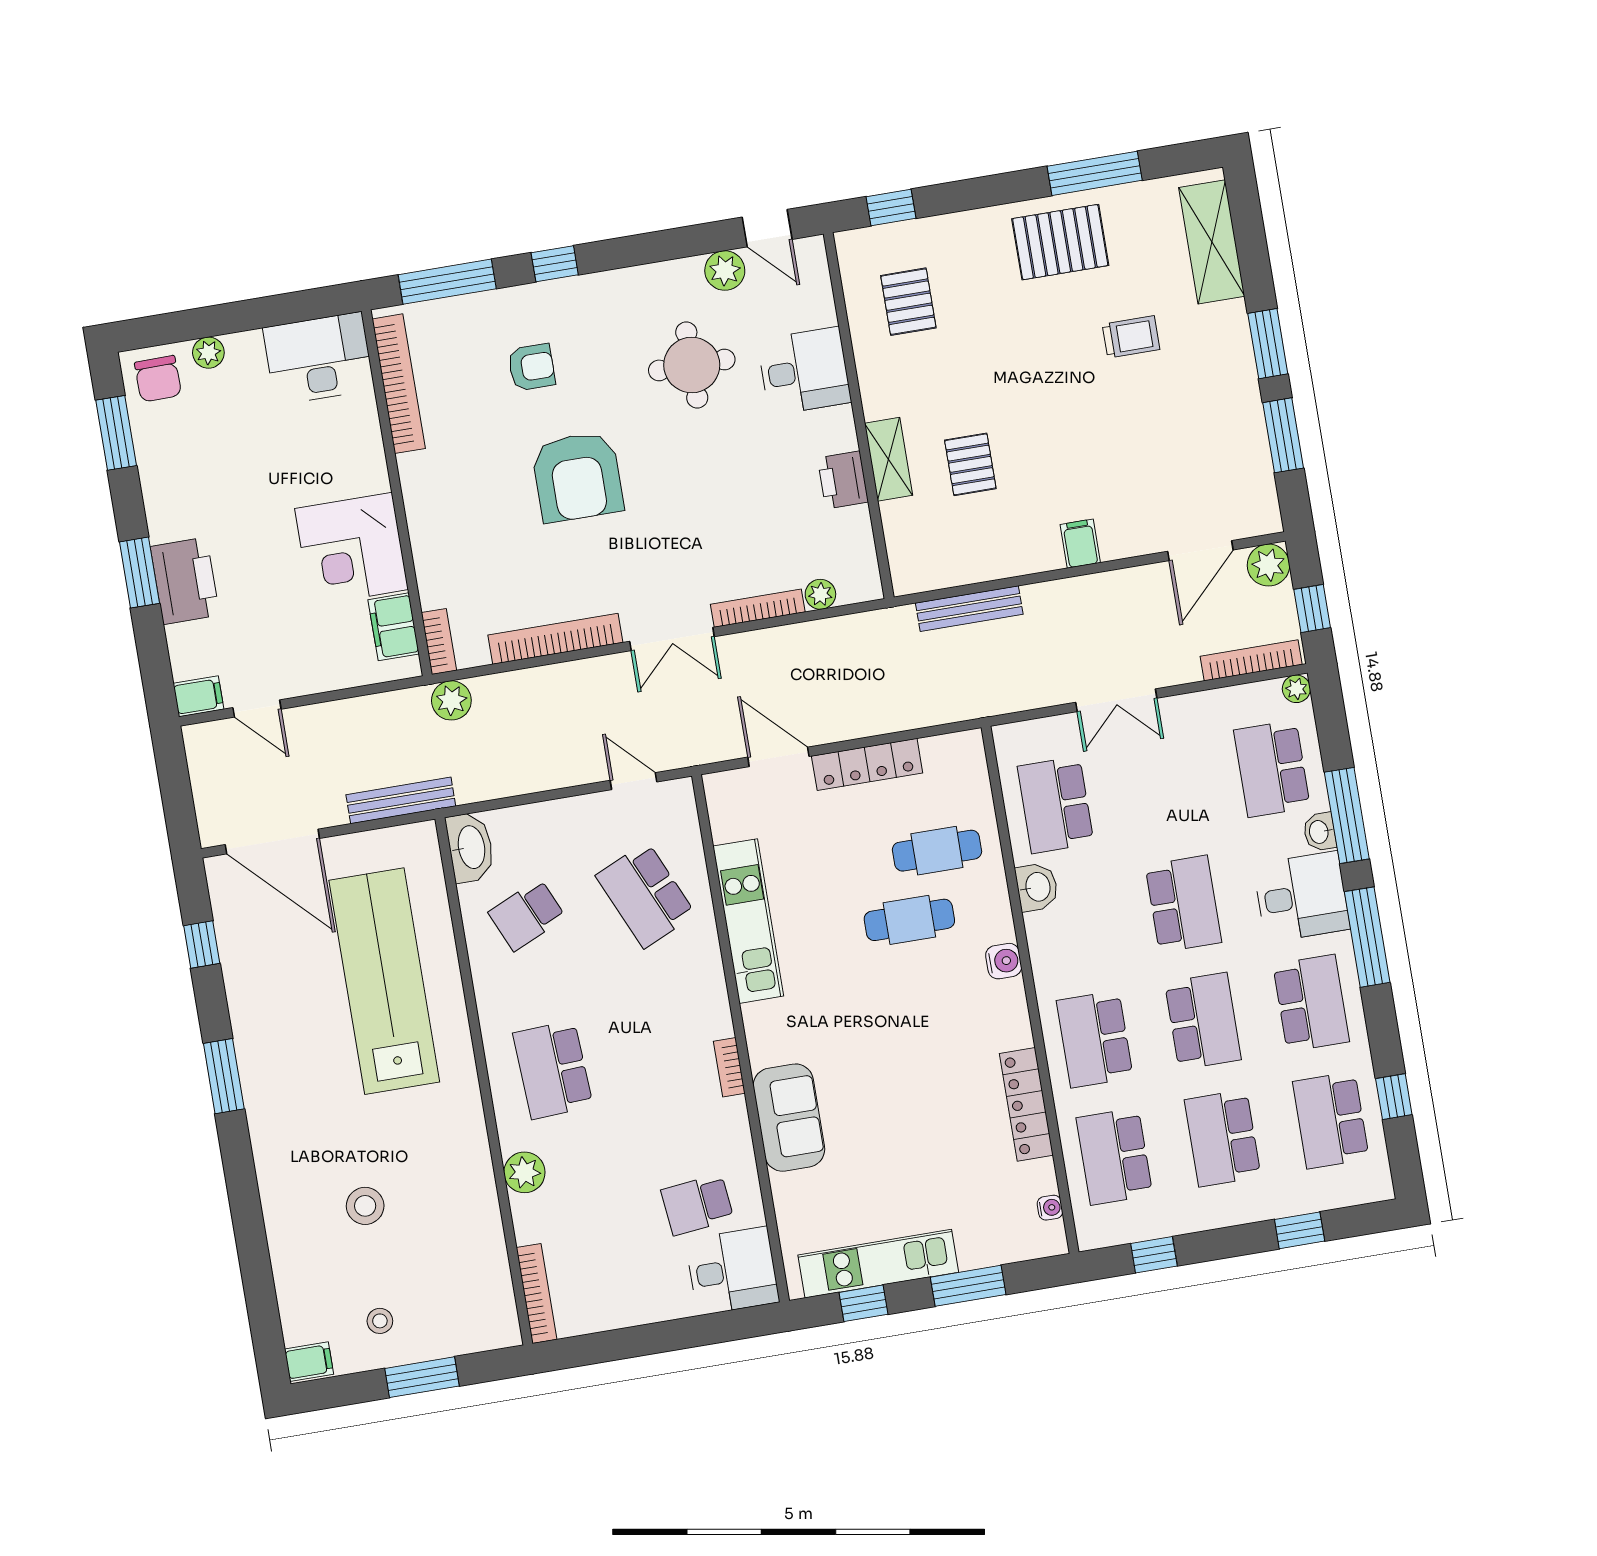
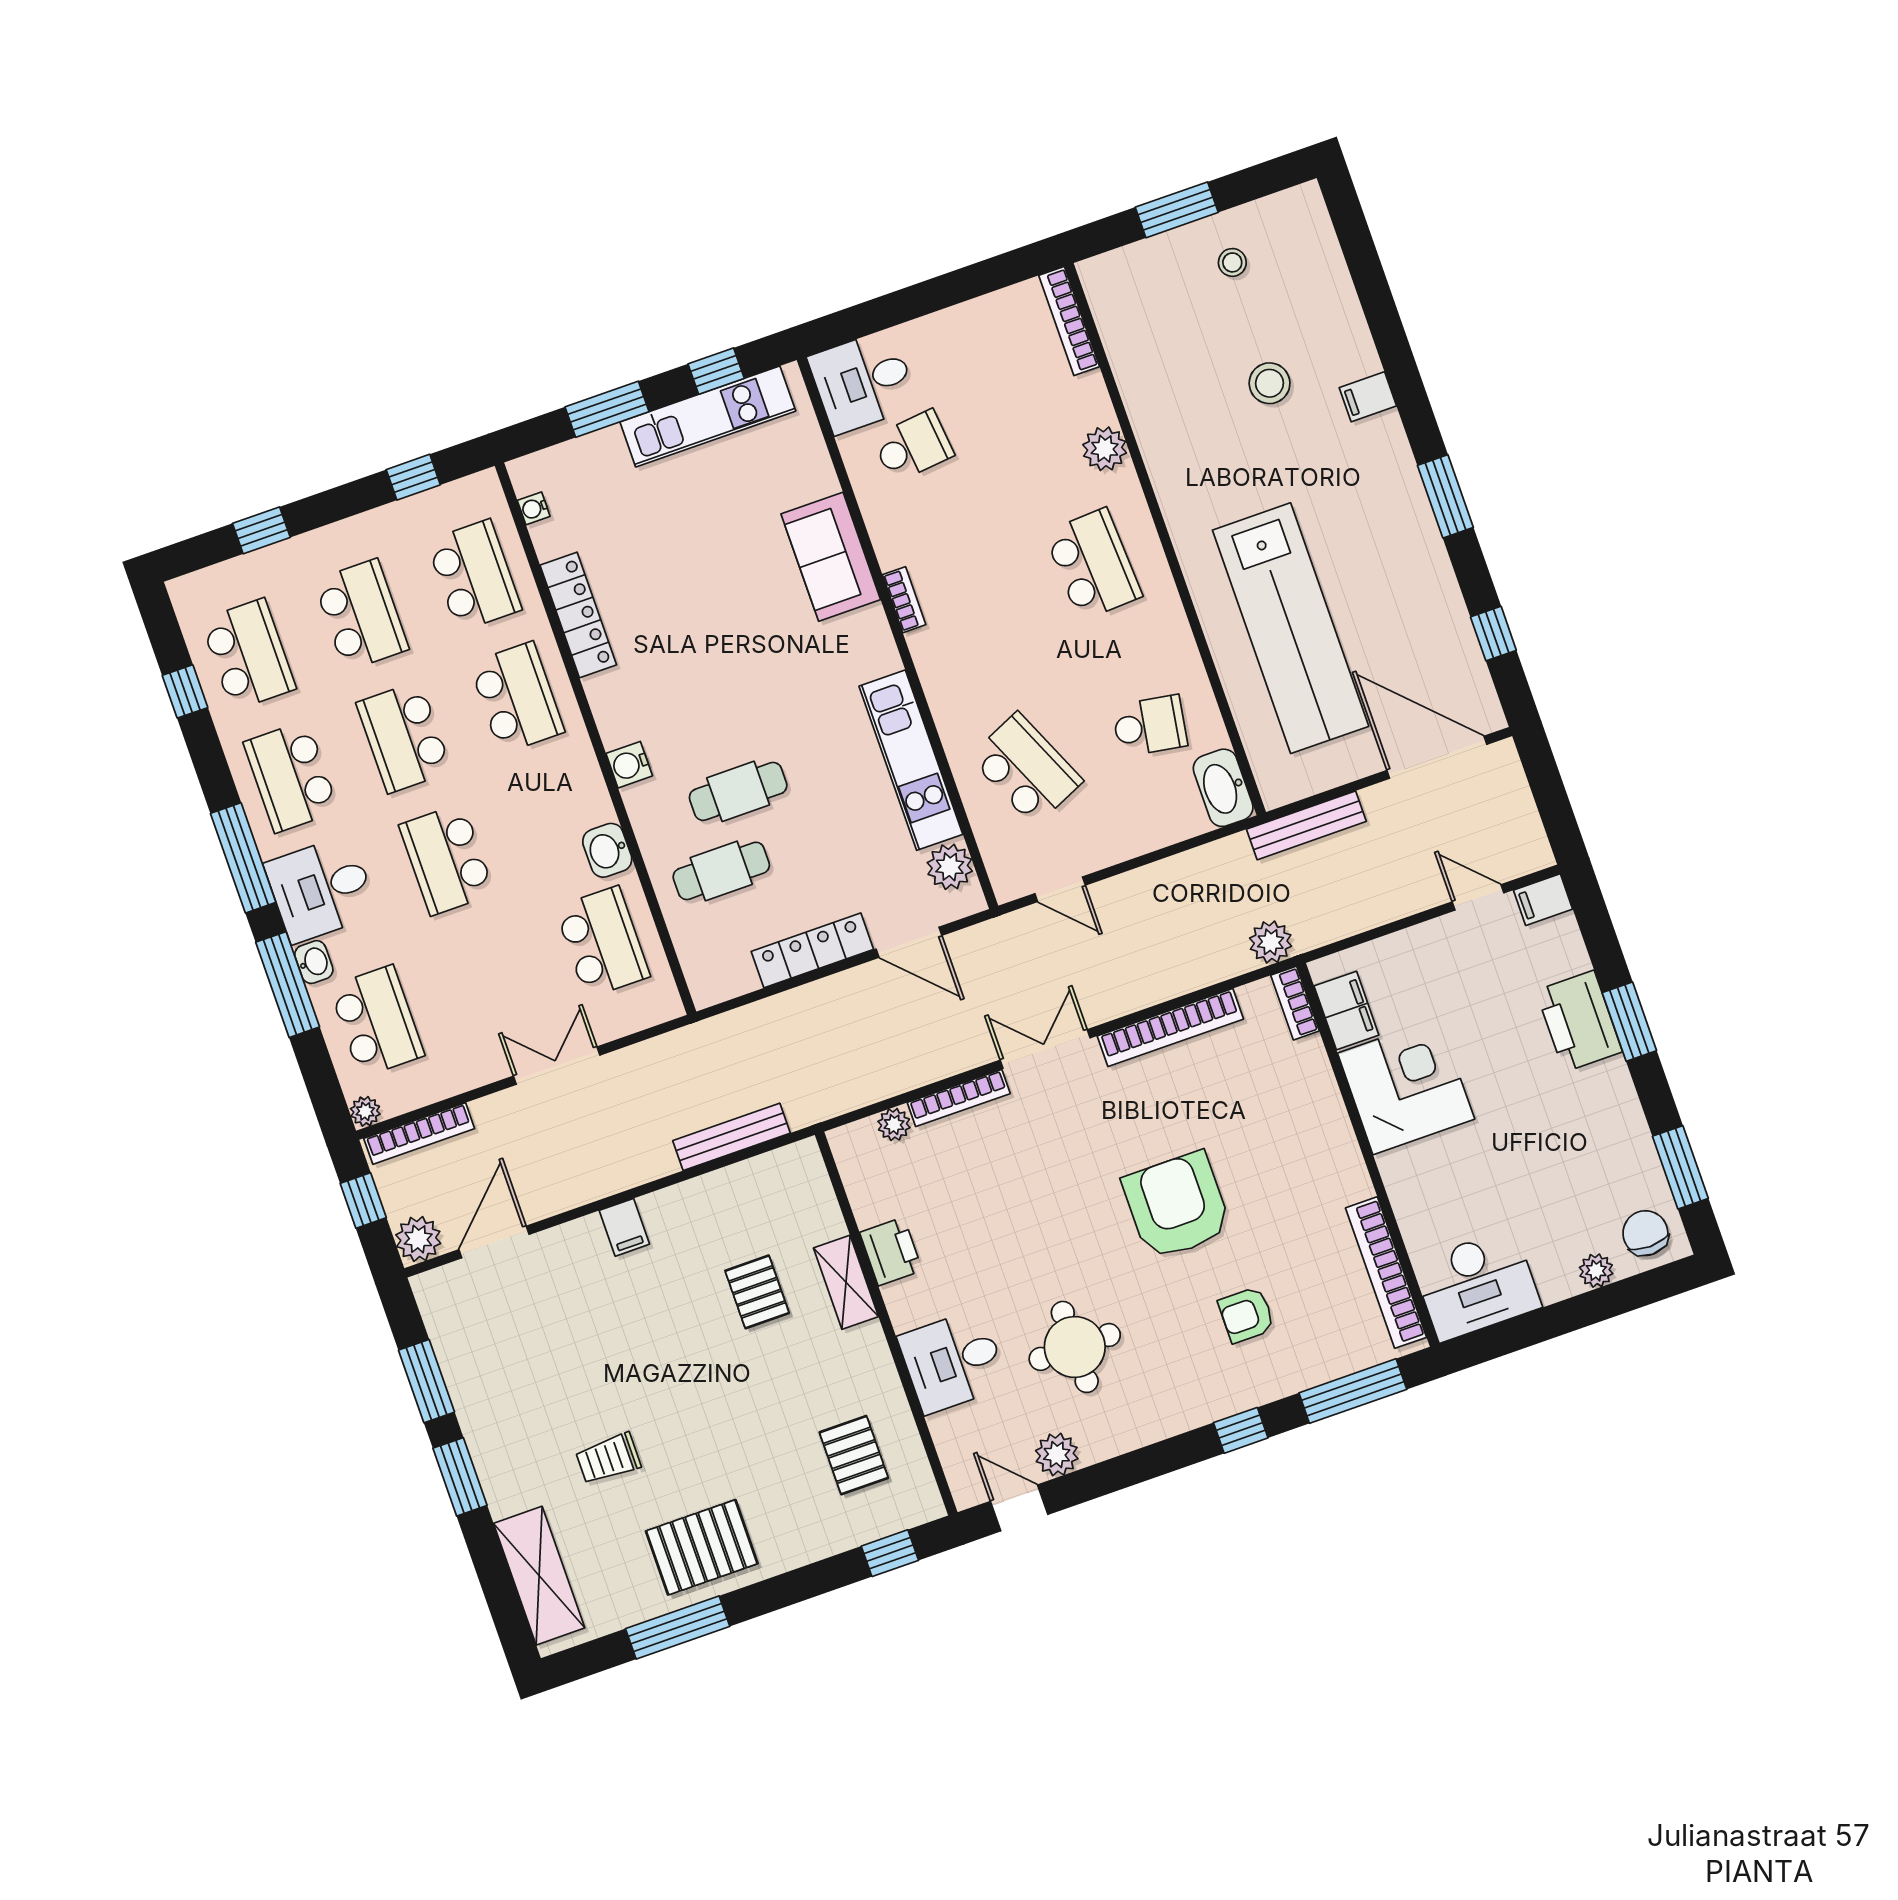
plant: (730, 819) -> (950, 867), added
school desk: (527, 915) -> (1150, 726), turned 33
filing cabinet: (309, 1362) -> (1368, 397), moved

